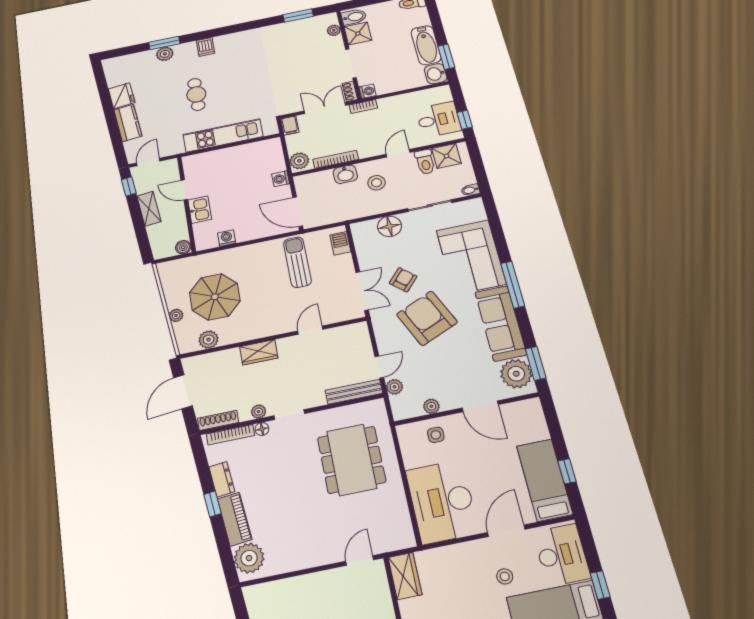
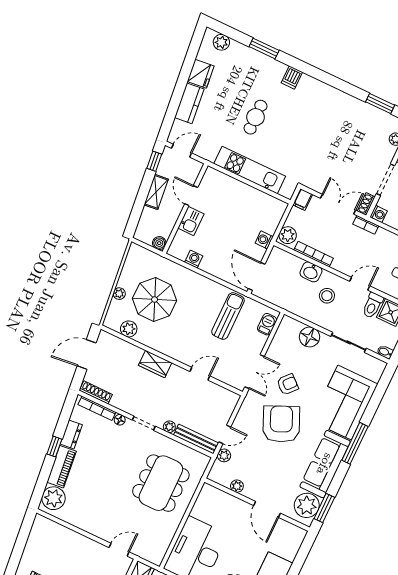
plant: (165, 54) -> (221, 42), moved
plant: (259, 412) -> (169, 427), moved
side table: (436, 435) -> (225, 507), removed

